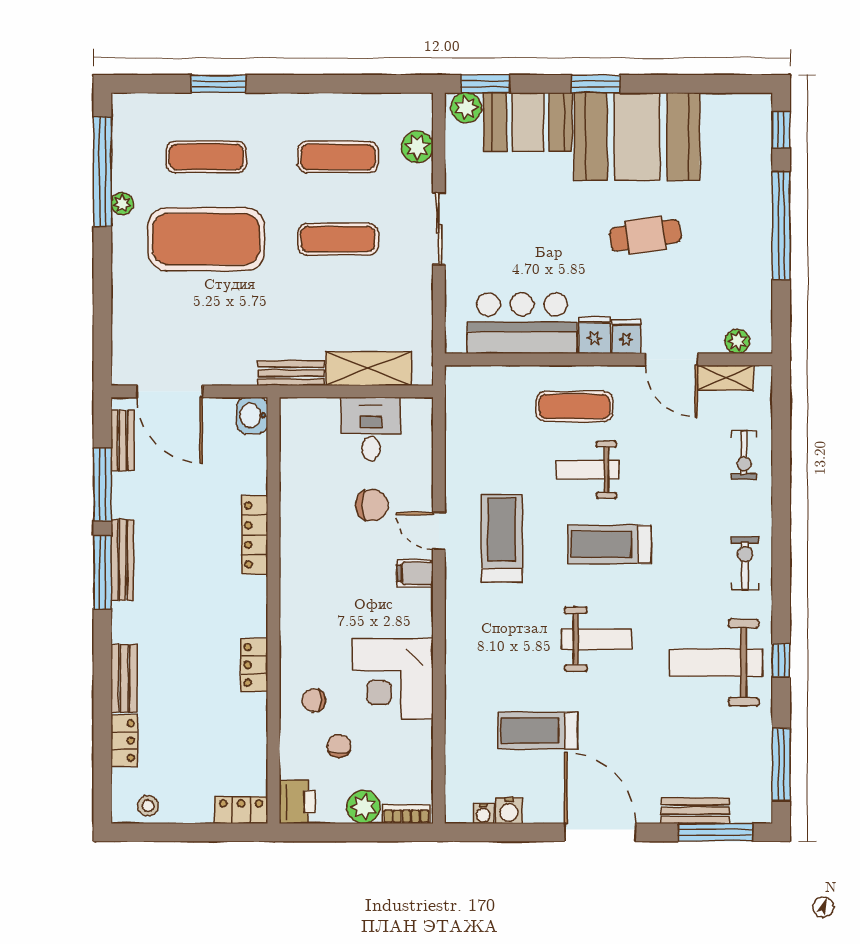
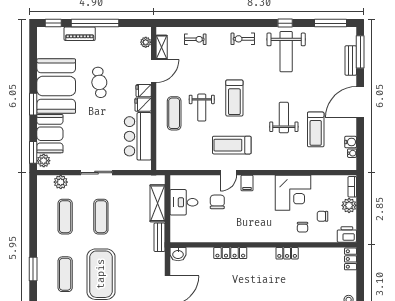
piano: (757, 190) -> (80, 34), added
weight bench: (597, 639) -> (284, 118), moved

